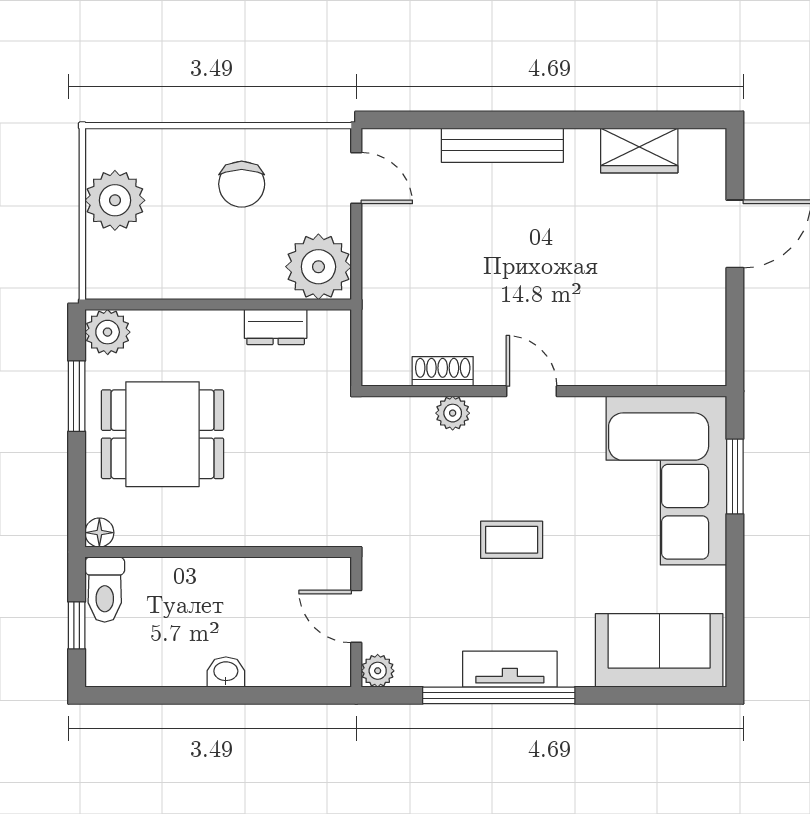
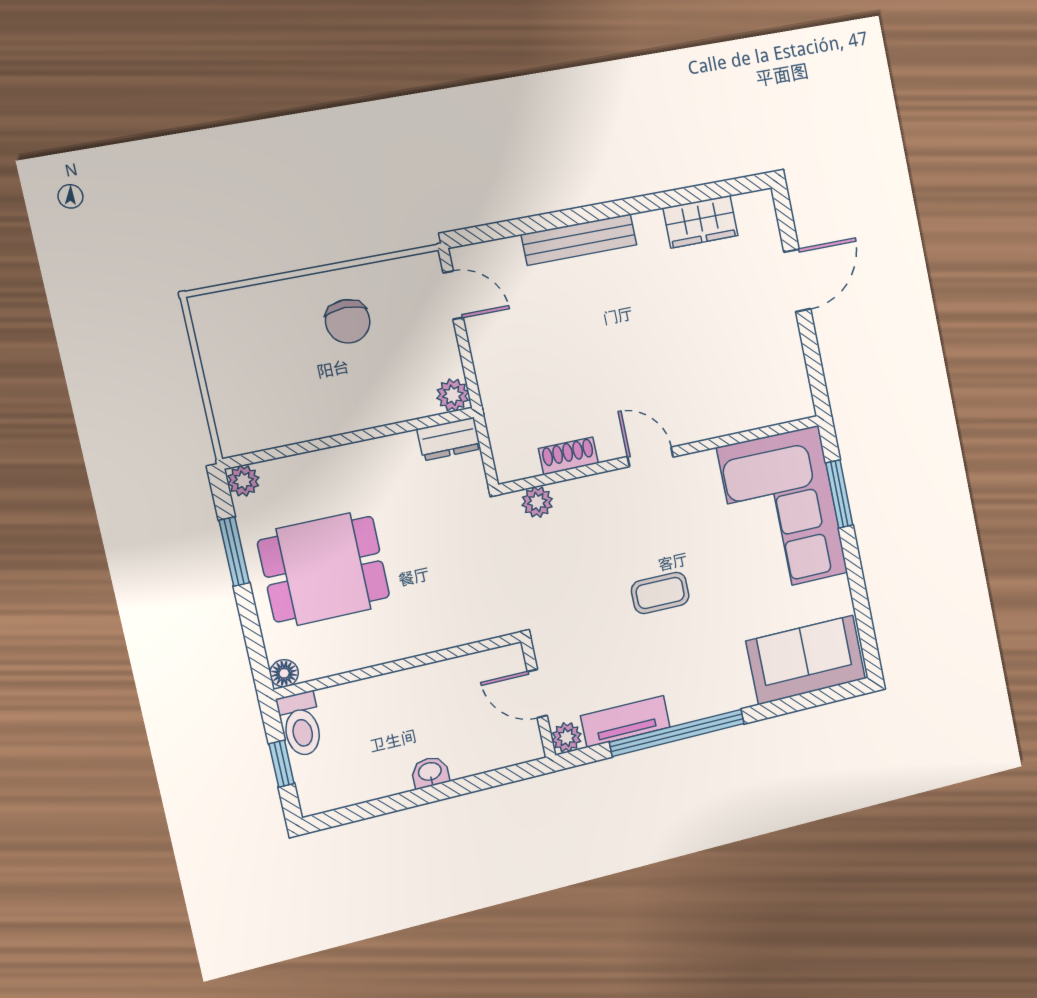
plant: (115, 200) -> (230, 360), removed
plant: (318, 267) -> (453, 395), width x0.53, depth x0.53
dresser: (276, 327) -> (449, 439), moved
plant: (108, 332) -> (243, 481), width x0.73, depth x0.73
plant: (453, 413) -> (537, 502), moved
tv unit: (510, 669) -> (625, 721), moved

